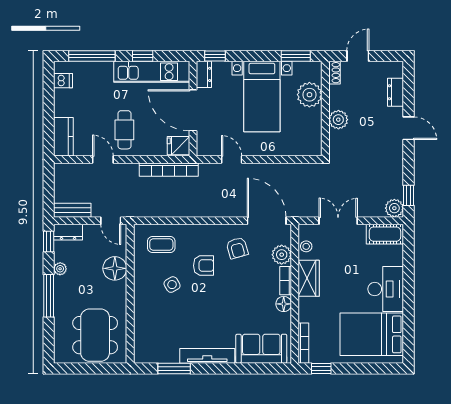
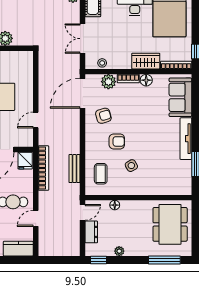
bench: (72, 210) -> (74, 169), moved
dresser: (68, 232) -> (91, 232), moved
armchair: (204, 266) -> (117, 141), turned 90
floor lamp: (115, 268) -> (115, 205), width x0.53, depth x0.53
wardrobe: (309, 278) -> (146, 61), moved
window: (49, 296) -> (164, 260), moved
dining table: (95, 335) -> (170, 224), turned 90

